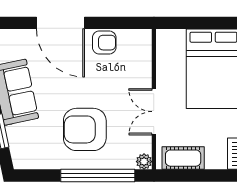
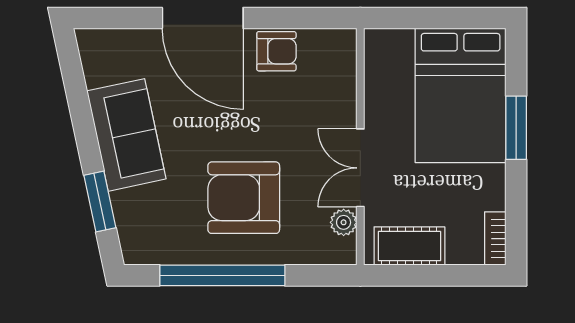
plant: (144, 162) -> (344, 222), moved
window: (98, 175) -> (222, 275), moved

